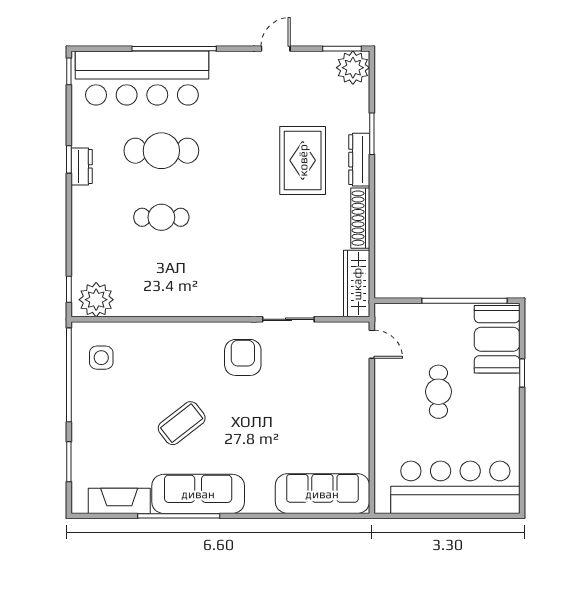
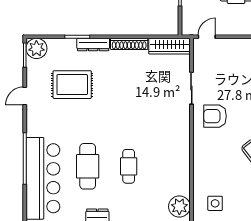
door: (276, 49) -> (25, 96), hinge flipped
rug: (303, 160) -> (72, 85), moved

